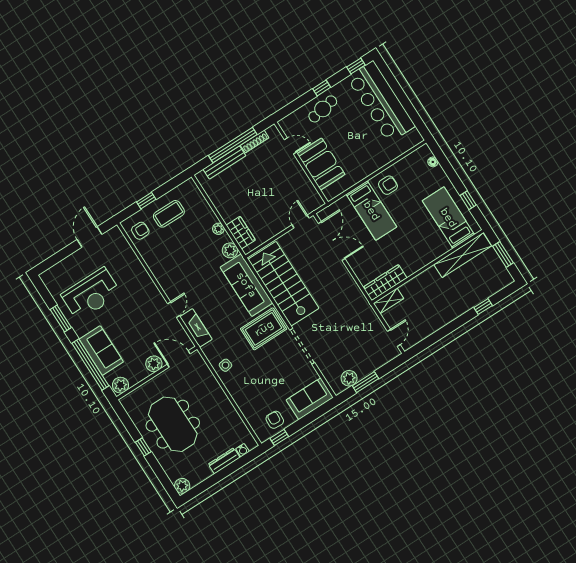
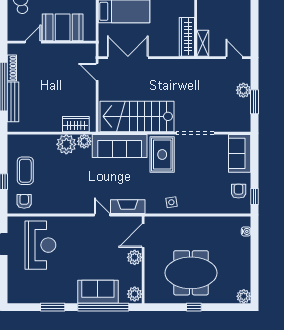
plant: (218, 229) -> (66, 144), width x1.87, depth x1.87
reception desk: (91, 294) -> (40, 245), moved
plant: (349, 378) -> (243, 90), moved
armchair: (275, 420) -> (239, 191), turned 86
dresser: (224, 461) -> (245, 251), removed

